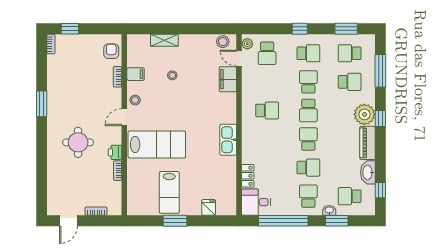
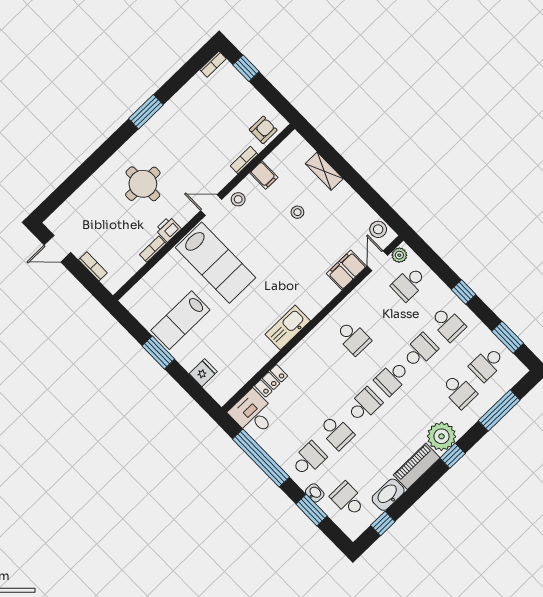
school desk: (350, 53) -> (487, 364), turned -90

